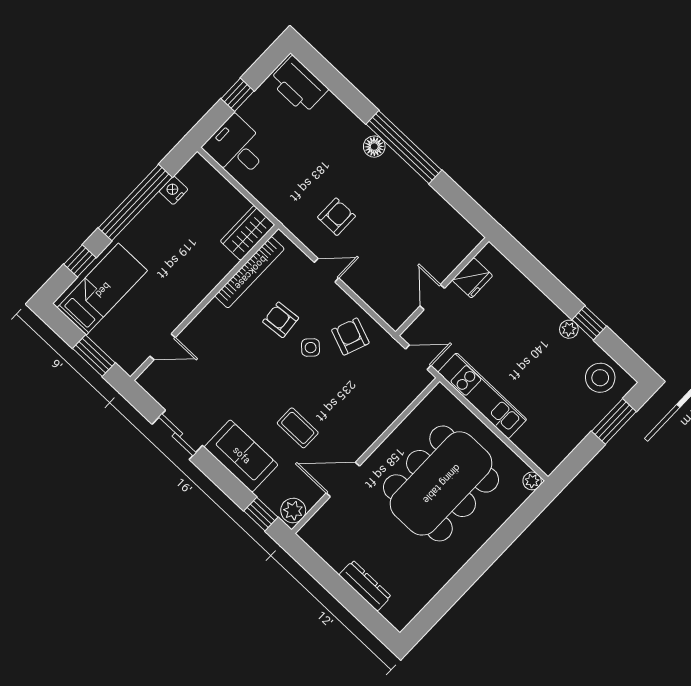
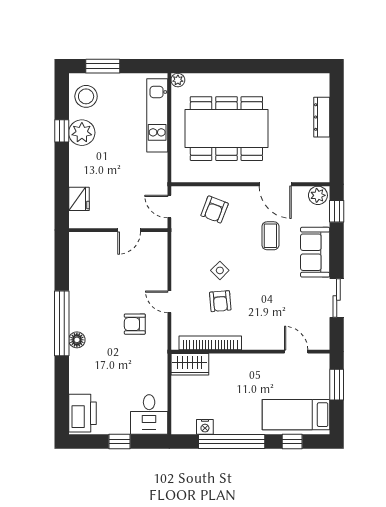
fridge: (472, 278) -> (79, 199), moved, turned 90
plant: (569, 329) -> (82, 133), width x1.87, depth x1.87
armchair: (350, 337) -> (215, 209), moved
kitchen unit: (482, 396) -> (157, 115), moved

